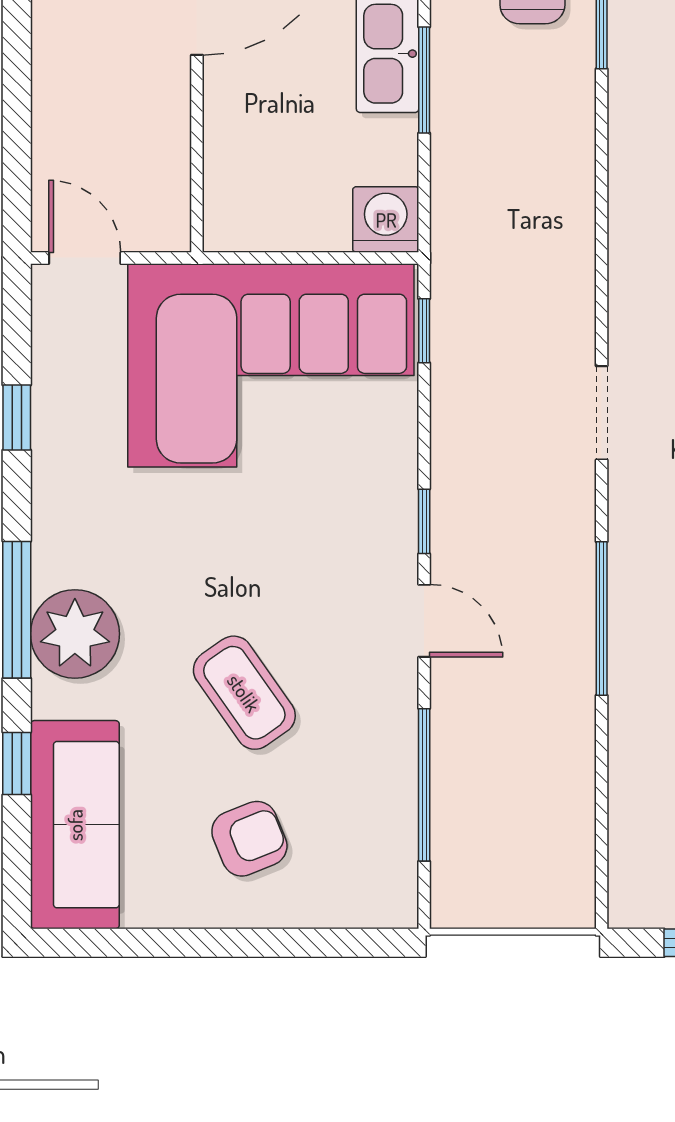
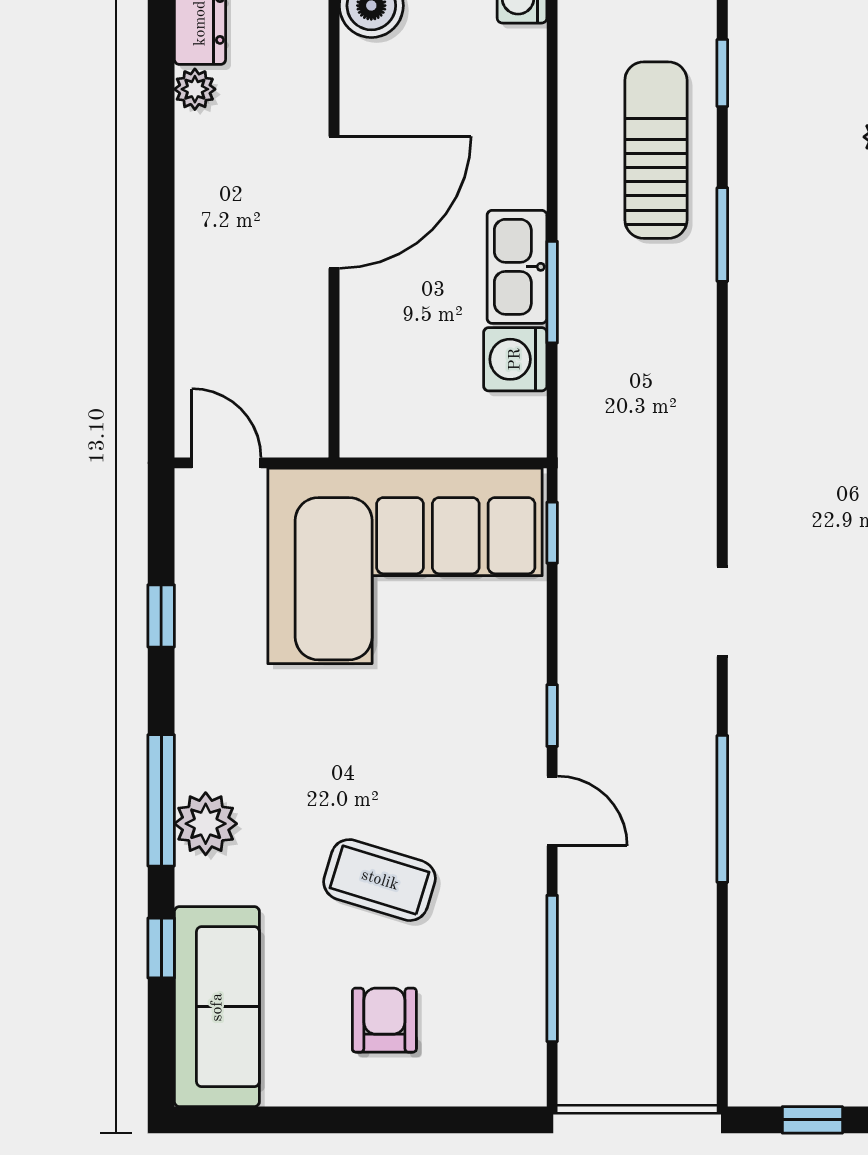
washing machine: (386, 220) -> (515, 359), moved, turned -90
plant: (75, 634) -> (206, 824), width x0.73, depth x0.73
coffee table: (244, 693) -> (380, 880), turned -38
armchair: (249, 839) -> (384, 1020), turned -68

